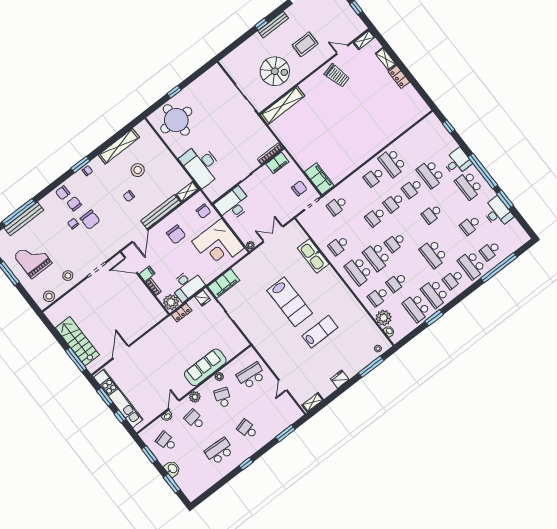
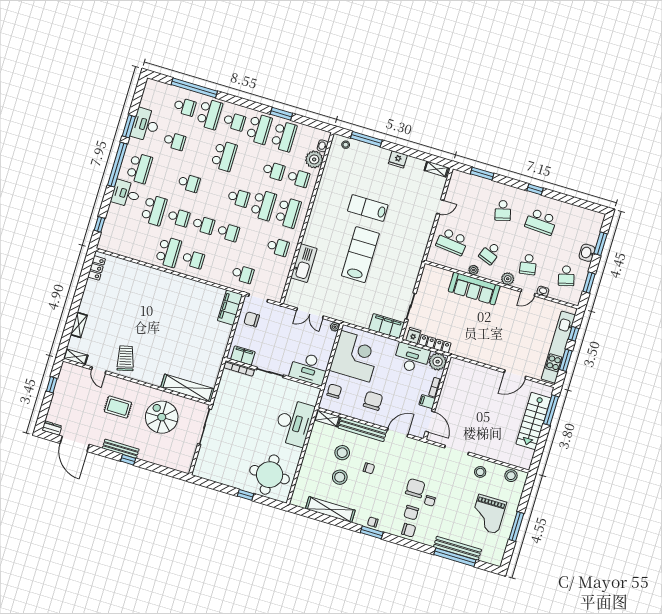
locker: (399, 77) -> (97, 268), moved
stool: (154, 185) -> (342, 453), added
locker: (182, 313) -> (435, 344), width x1.53

